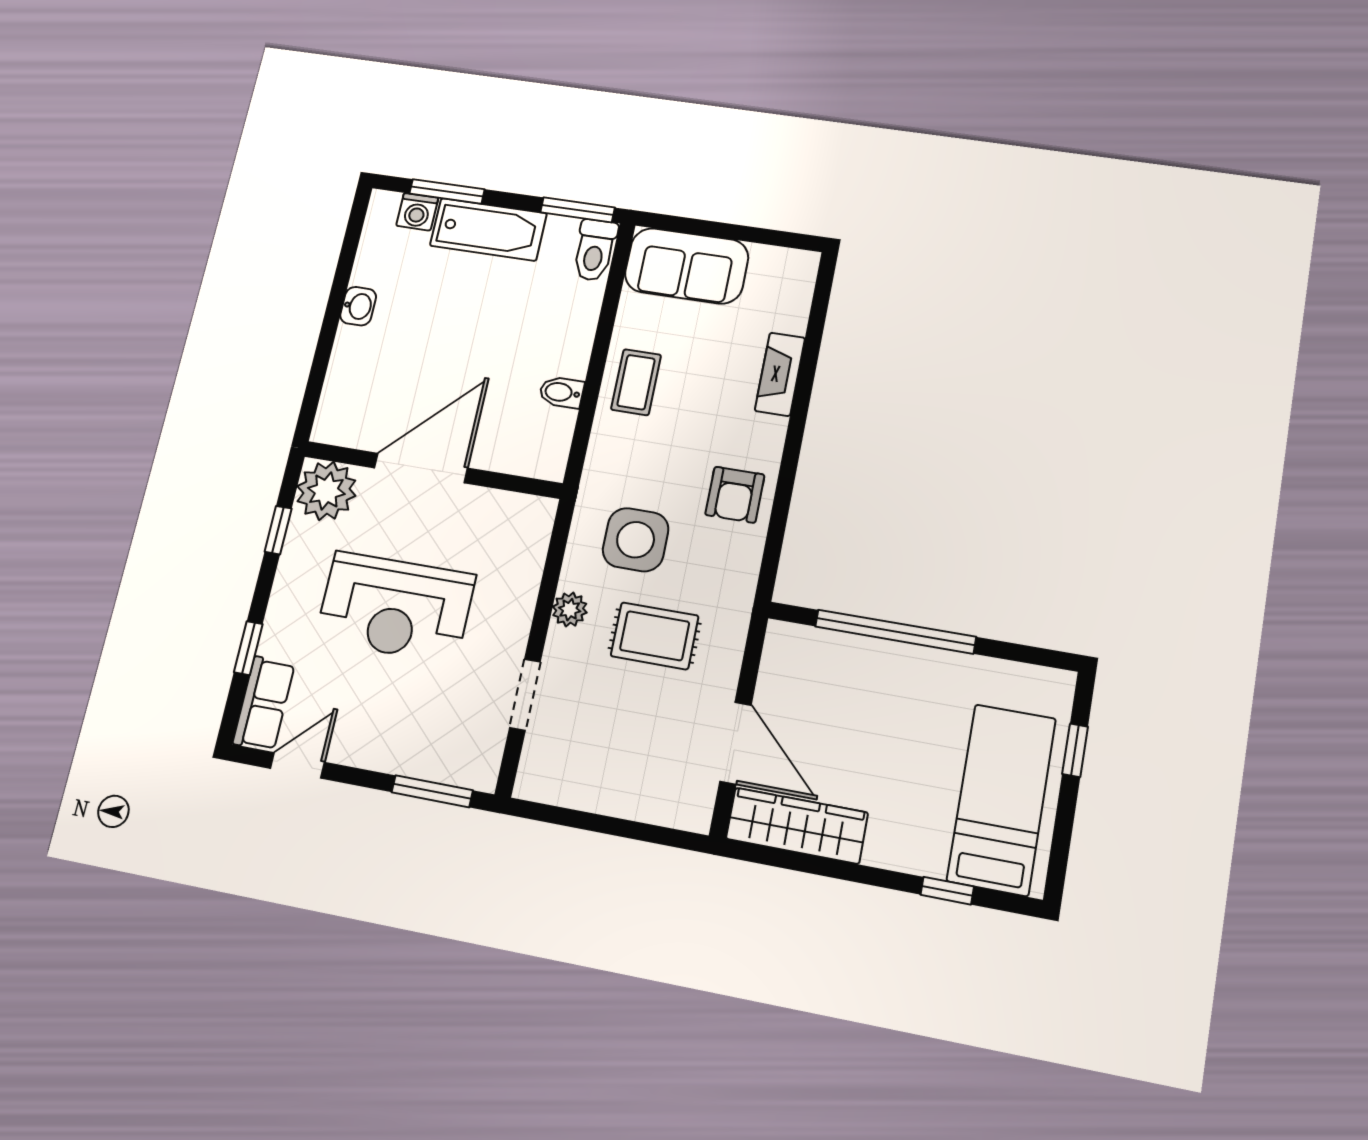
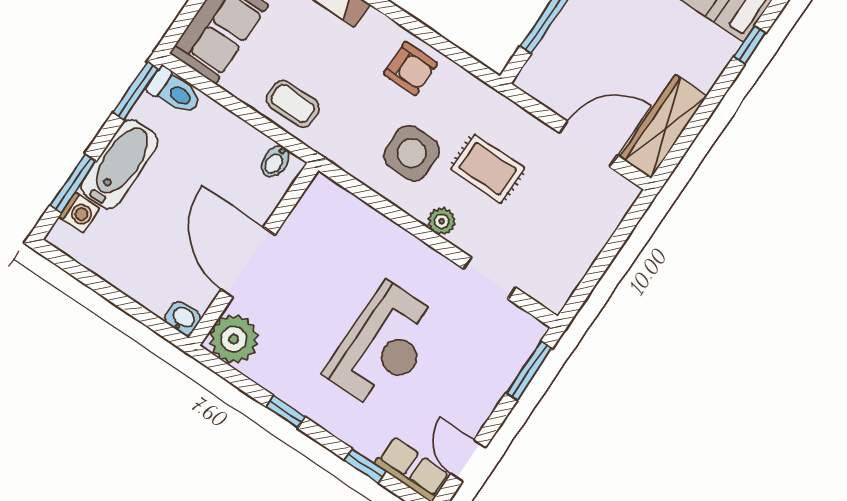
washbasin: (358, 306) -> (183, 319), moved
door: (421, 468) -> (248, 262), moved
wall: (432, 470) -> (254, 254), moved
plant: (326, 491) -> (234, 339), moved
rug: (655, 636) -> (488, 169), turned 90

